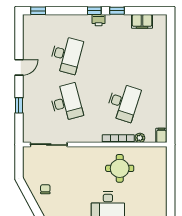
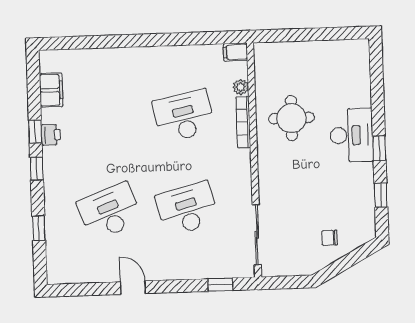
window: (38, 11) -> (39, 228), moved
printer: (99, 20) -> (51, 135), moved
desk: (66, 55) -> (110, 211), turned -36
desk: (123, 102) -> (184, 116), turned -30
window: (19, 105) -> (220, 285), moved

